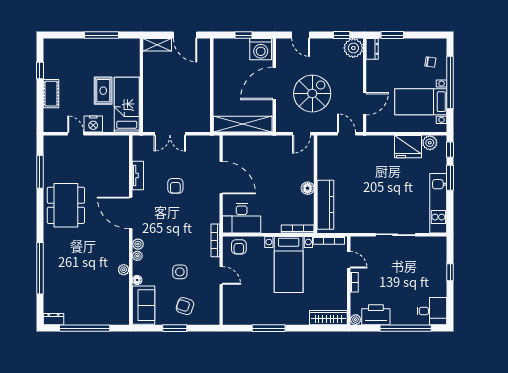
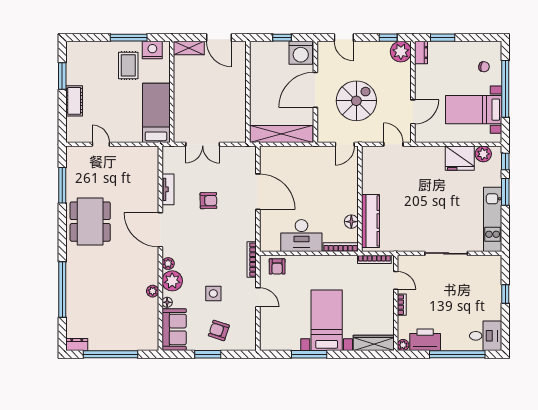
window: (40, 70) -> (62, 76), width x1.50
rug: (103, 91) -> (128, 65), moved
nightstand: (93, 124) -> (152, 50), moved, turned 180
armchair: (175, 186) -> (208, 201), turned -91
floor lamp: (308, 188) -> (351, 222), moved
desk: (242, 218) -> (301, 236), moved
plant: (137, 256) -> (172, 281), width x1.87, depth x1.87
bed with nightstands: (289, 264) -> (327, 320), moved, turned 180

